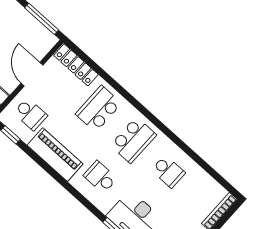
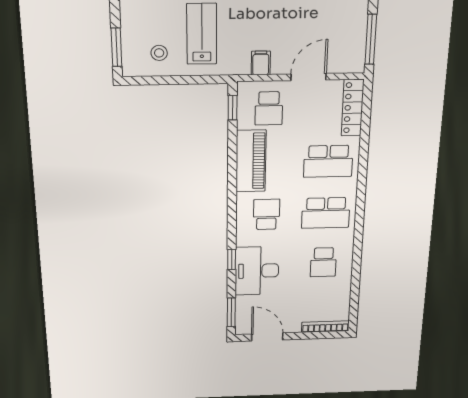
school desk: (98, 109) -> (328, 161), turned 180

